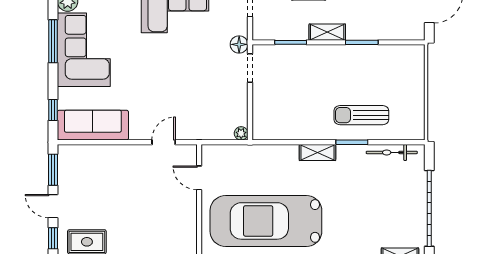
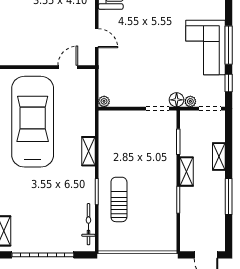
plant: (241, 27) -> (190, 101), added
shelving: (317, 153) -> (88, 151), moved

